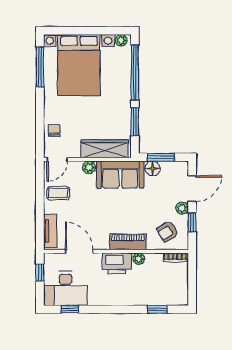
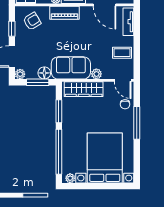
window: (40, 67) -> (137, 123), moved
door: (57, 159) -> (123, 80), swing flipped
plant: (182, 208) -> (20, 74), moved

